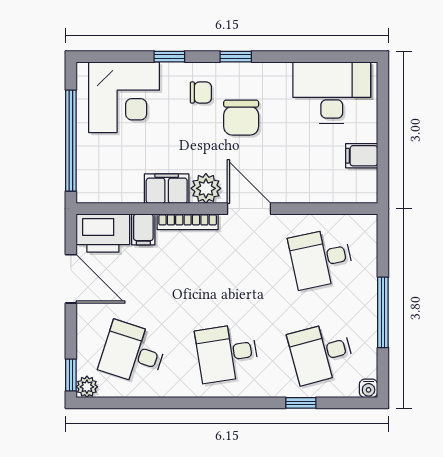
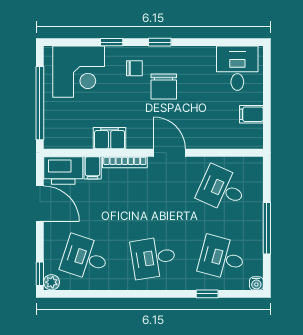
desk: (332, 92) -> (237, 68), width x0.73
plant: (206, 188) -> (138, 138), removed
desk: (321, 258) -> (222, 189), turned 36
desk: (321, 353) -> (222, 258), turned 30

